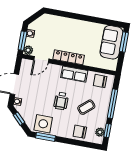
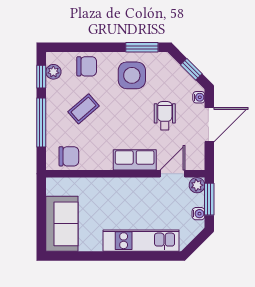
kitchen unit: (67, 24) -> (141, 241), added
window: (124, 42) -> (41, 228), removed
locker: (69, 57) -> (128, 186), removed
row of seats: (74, 74) -> (135, 160), moved
wheelchair: (61, 101) -> (165, 116), moved
side table: (43, 124) -> (132, 75), moved

